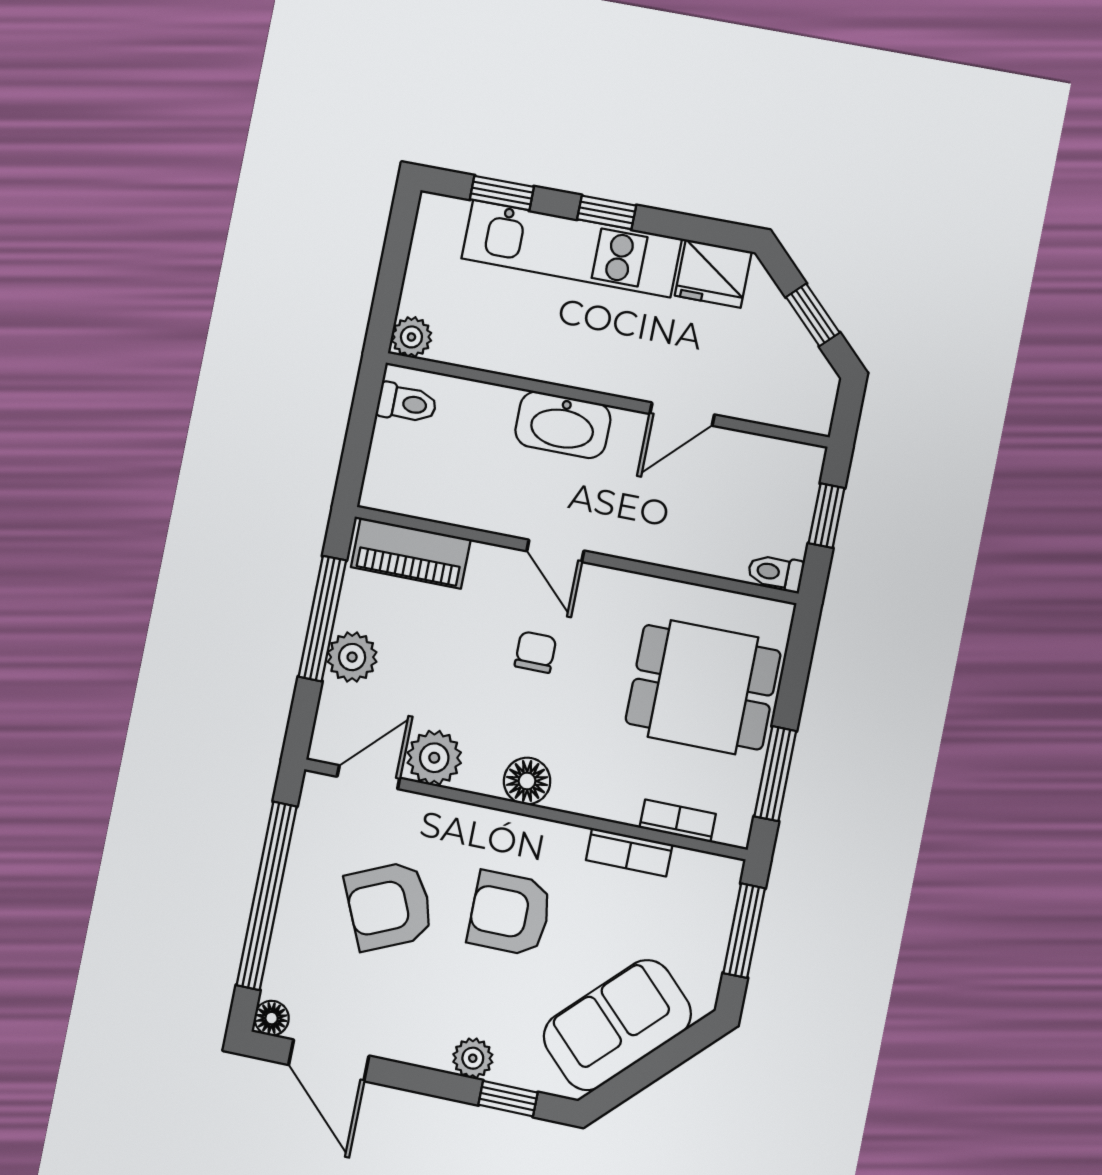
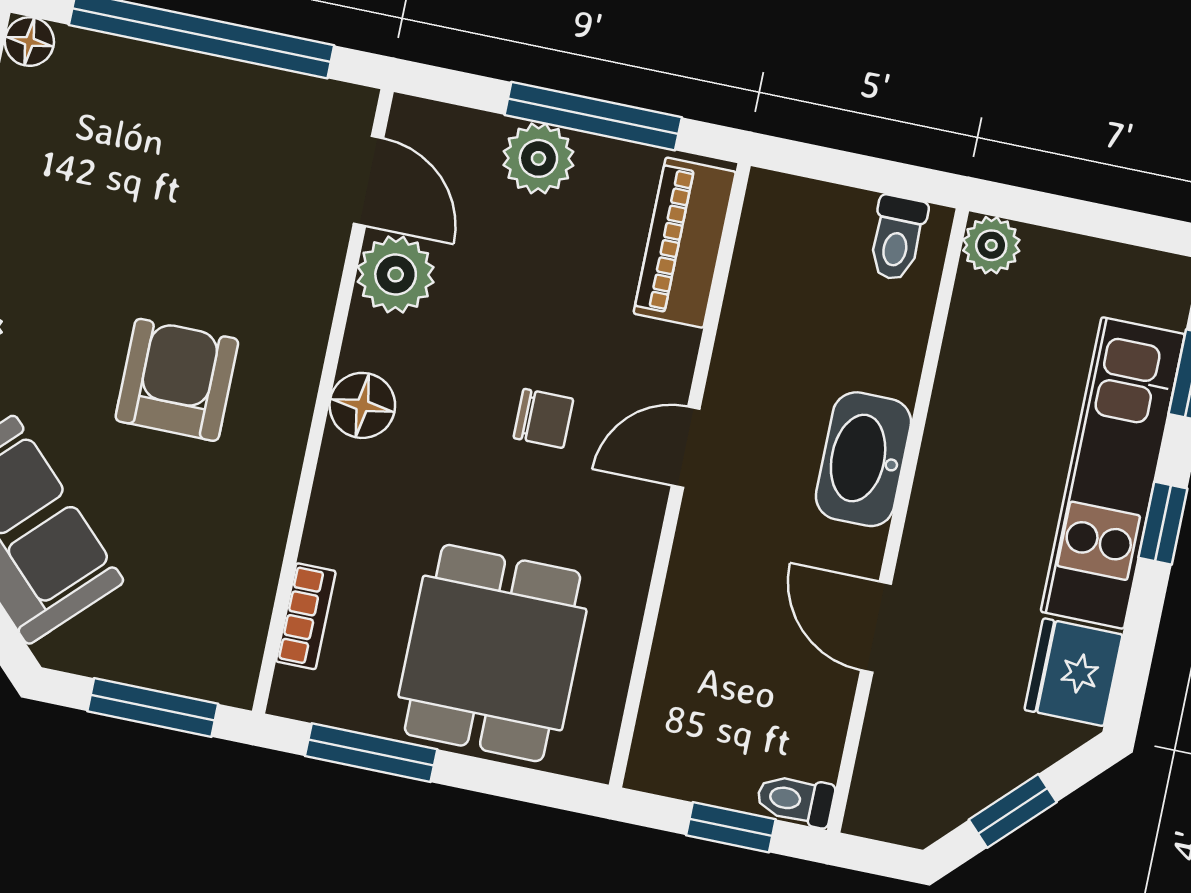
toilet: (776, 573) -> (795, 800), moved, turned -90
bookcase: (629, 852) -> (262, 548), removed
armchair: (389, 906) -> (187, 210), removed

